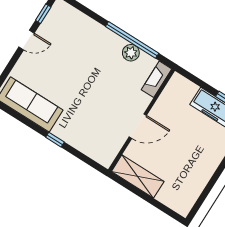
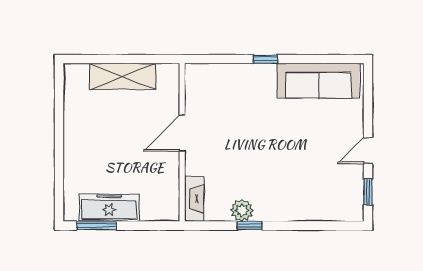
window: (132, 40) -> (250, 226), width x0.32
shelving: (138, 176) -> (123, 76), moved

